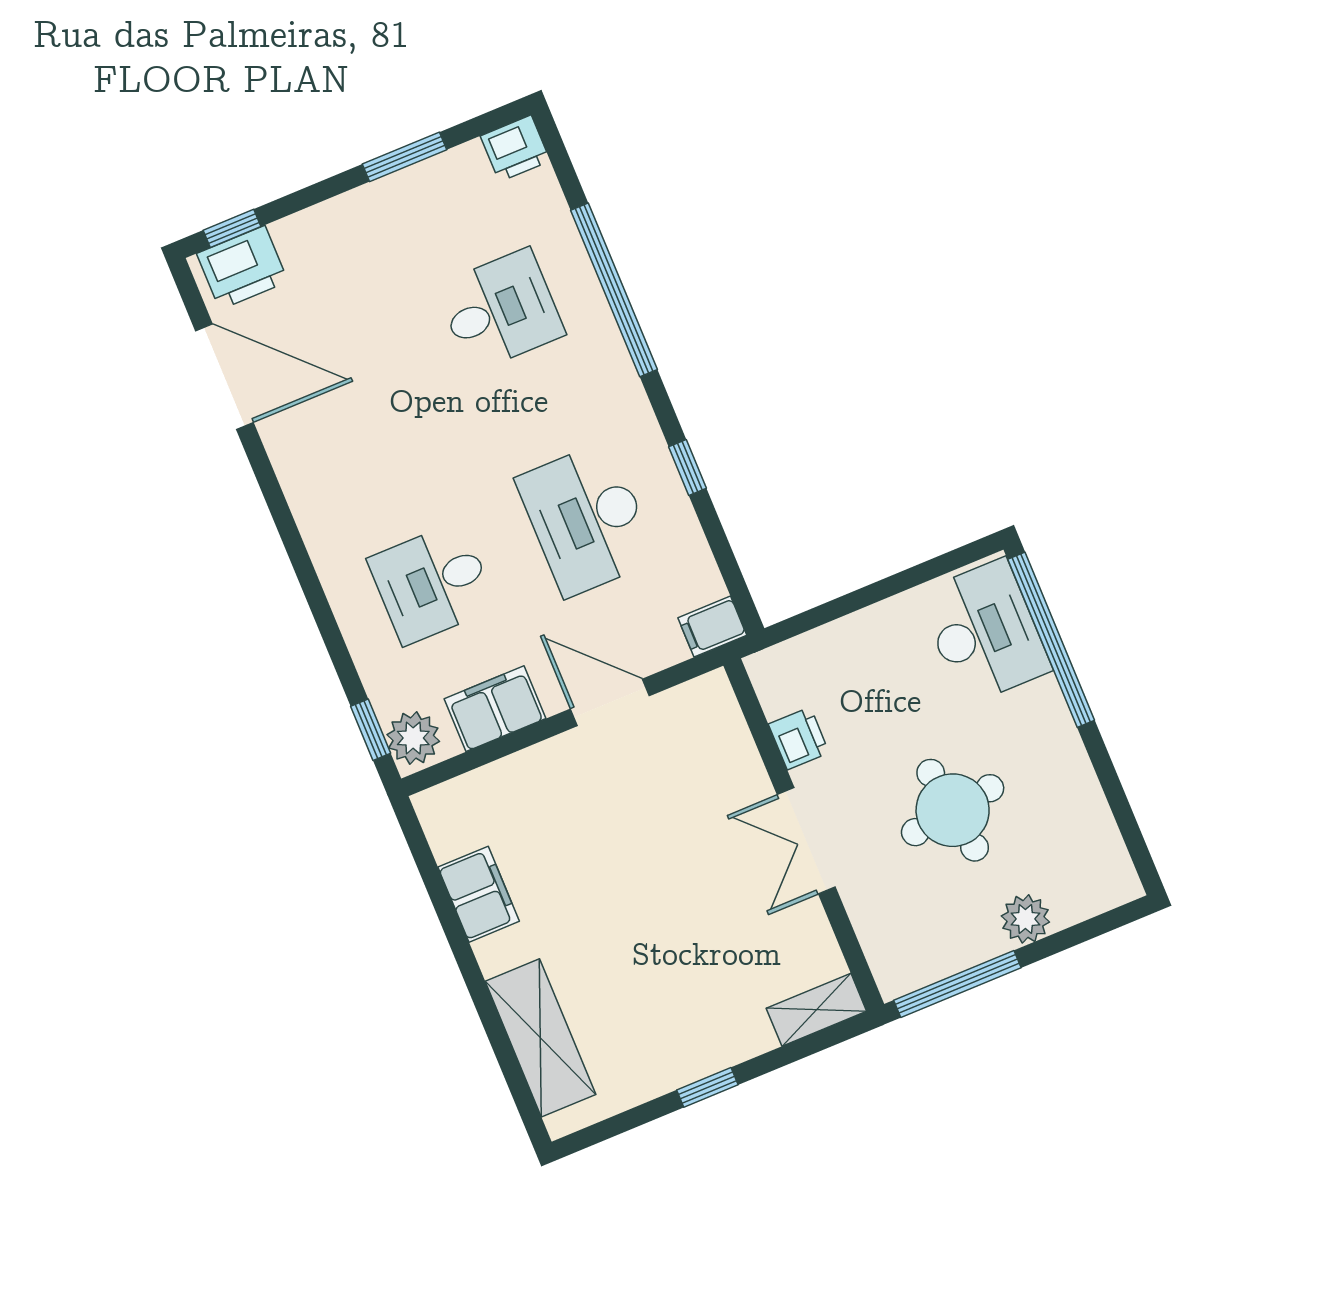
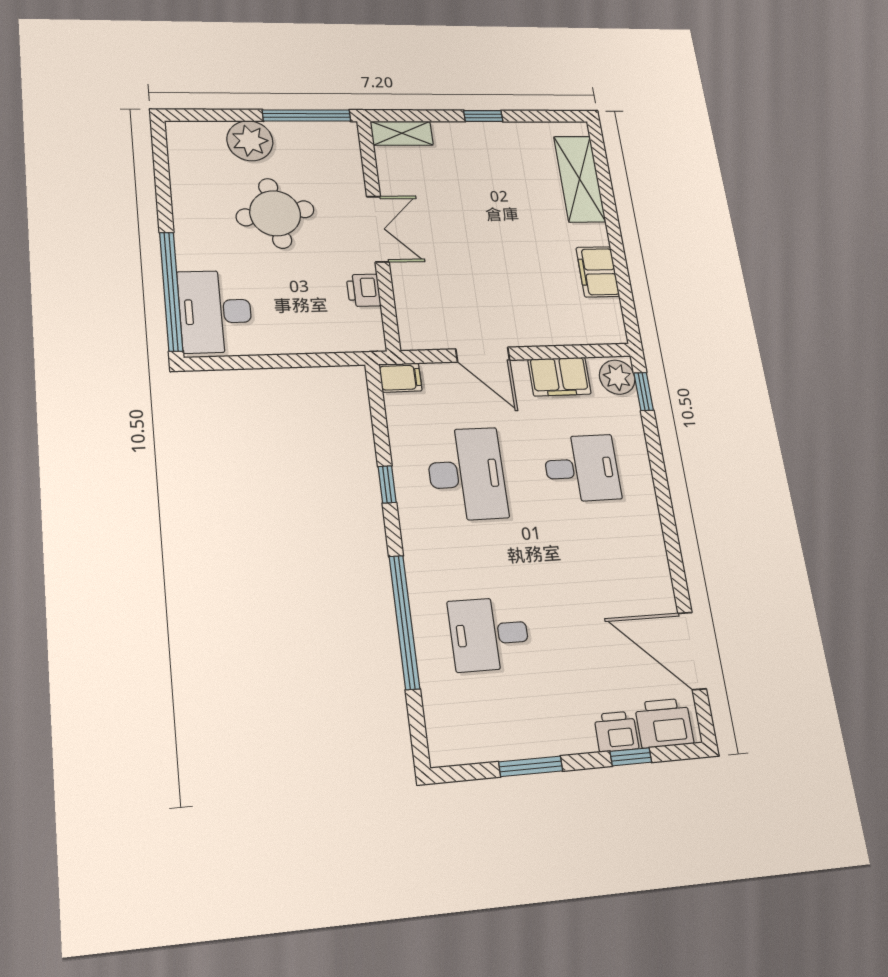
printer: (515, 148) -> (616, 732), moved
window: (232, 228) -> (631, 757), moved
plant: (1025, 919) -> (250, 141), width x1.36, depth x1.36

